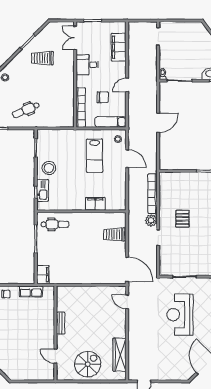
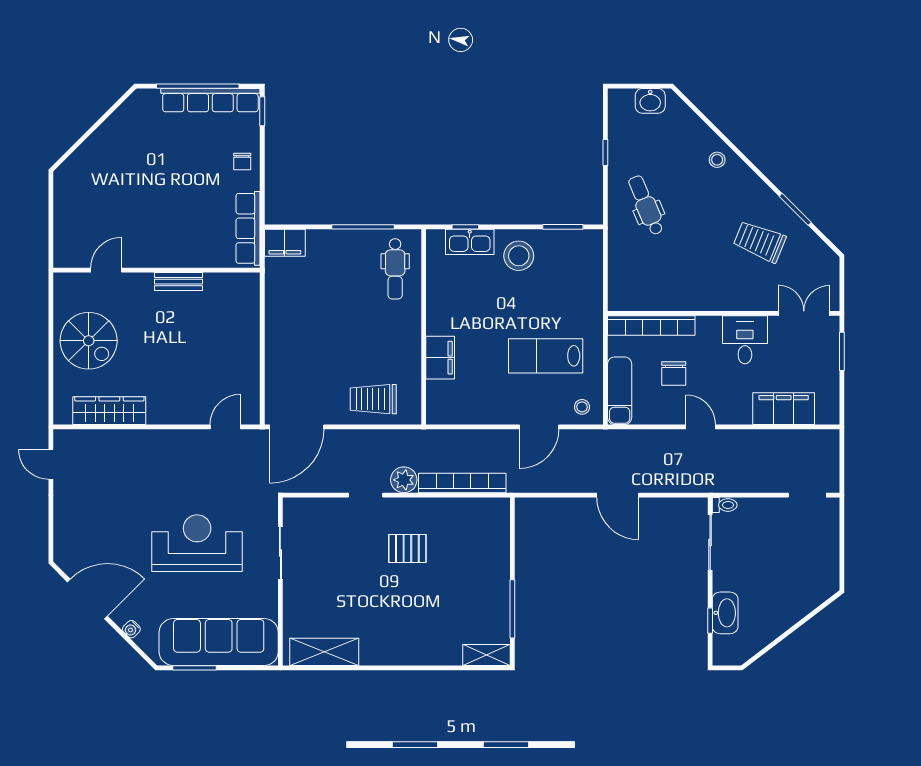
trolley: (42, 58) -> (760, 241), turned -68
trolley: (114, 234) -> (373, 399), turned -90
row of seats: (31, 291) -> (248, 228), width x1.48

